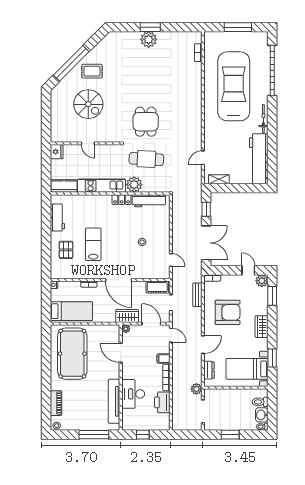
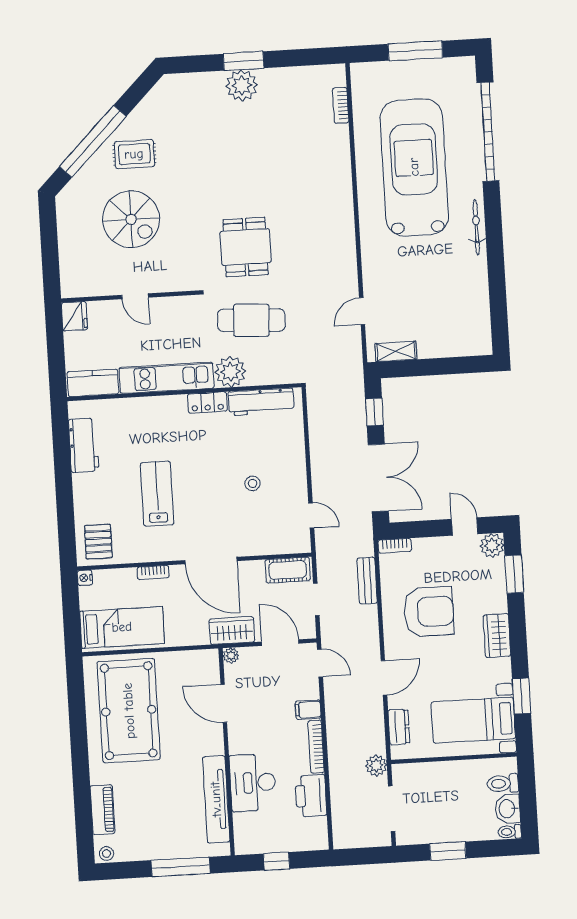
workbench: (259, 159) -> (472, 307), removed
pallet: (66, 250) -> (98, 542), moved

